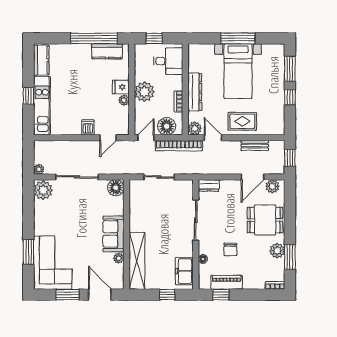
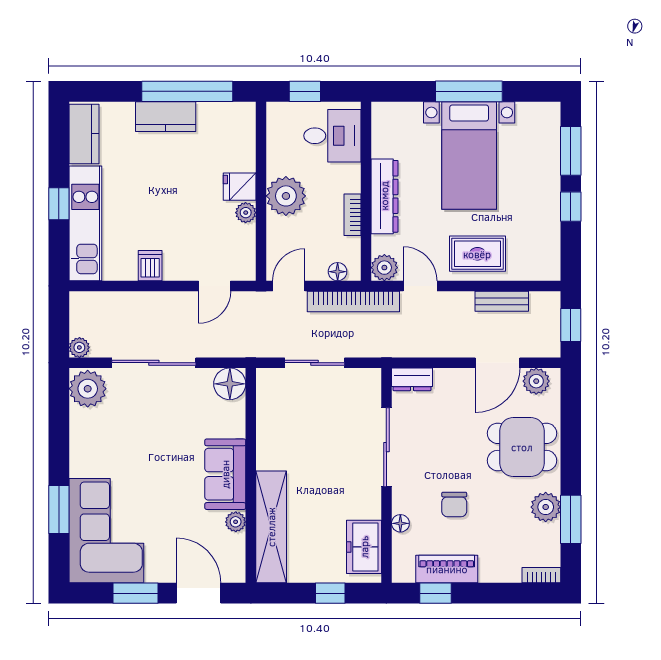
kitchen counter: (107, 51) -> (166, 117), moved
floor lamp: (167, 126) -> (338, 272), width x0.53, depth x0.53
dishwasher: (88, 127) -> (150, 266), moved

